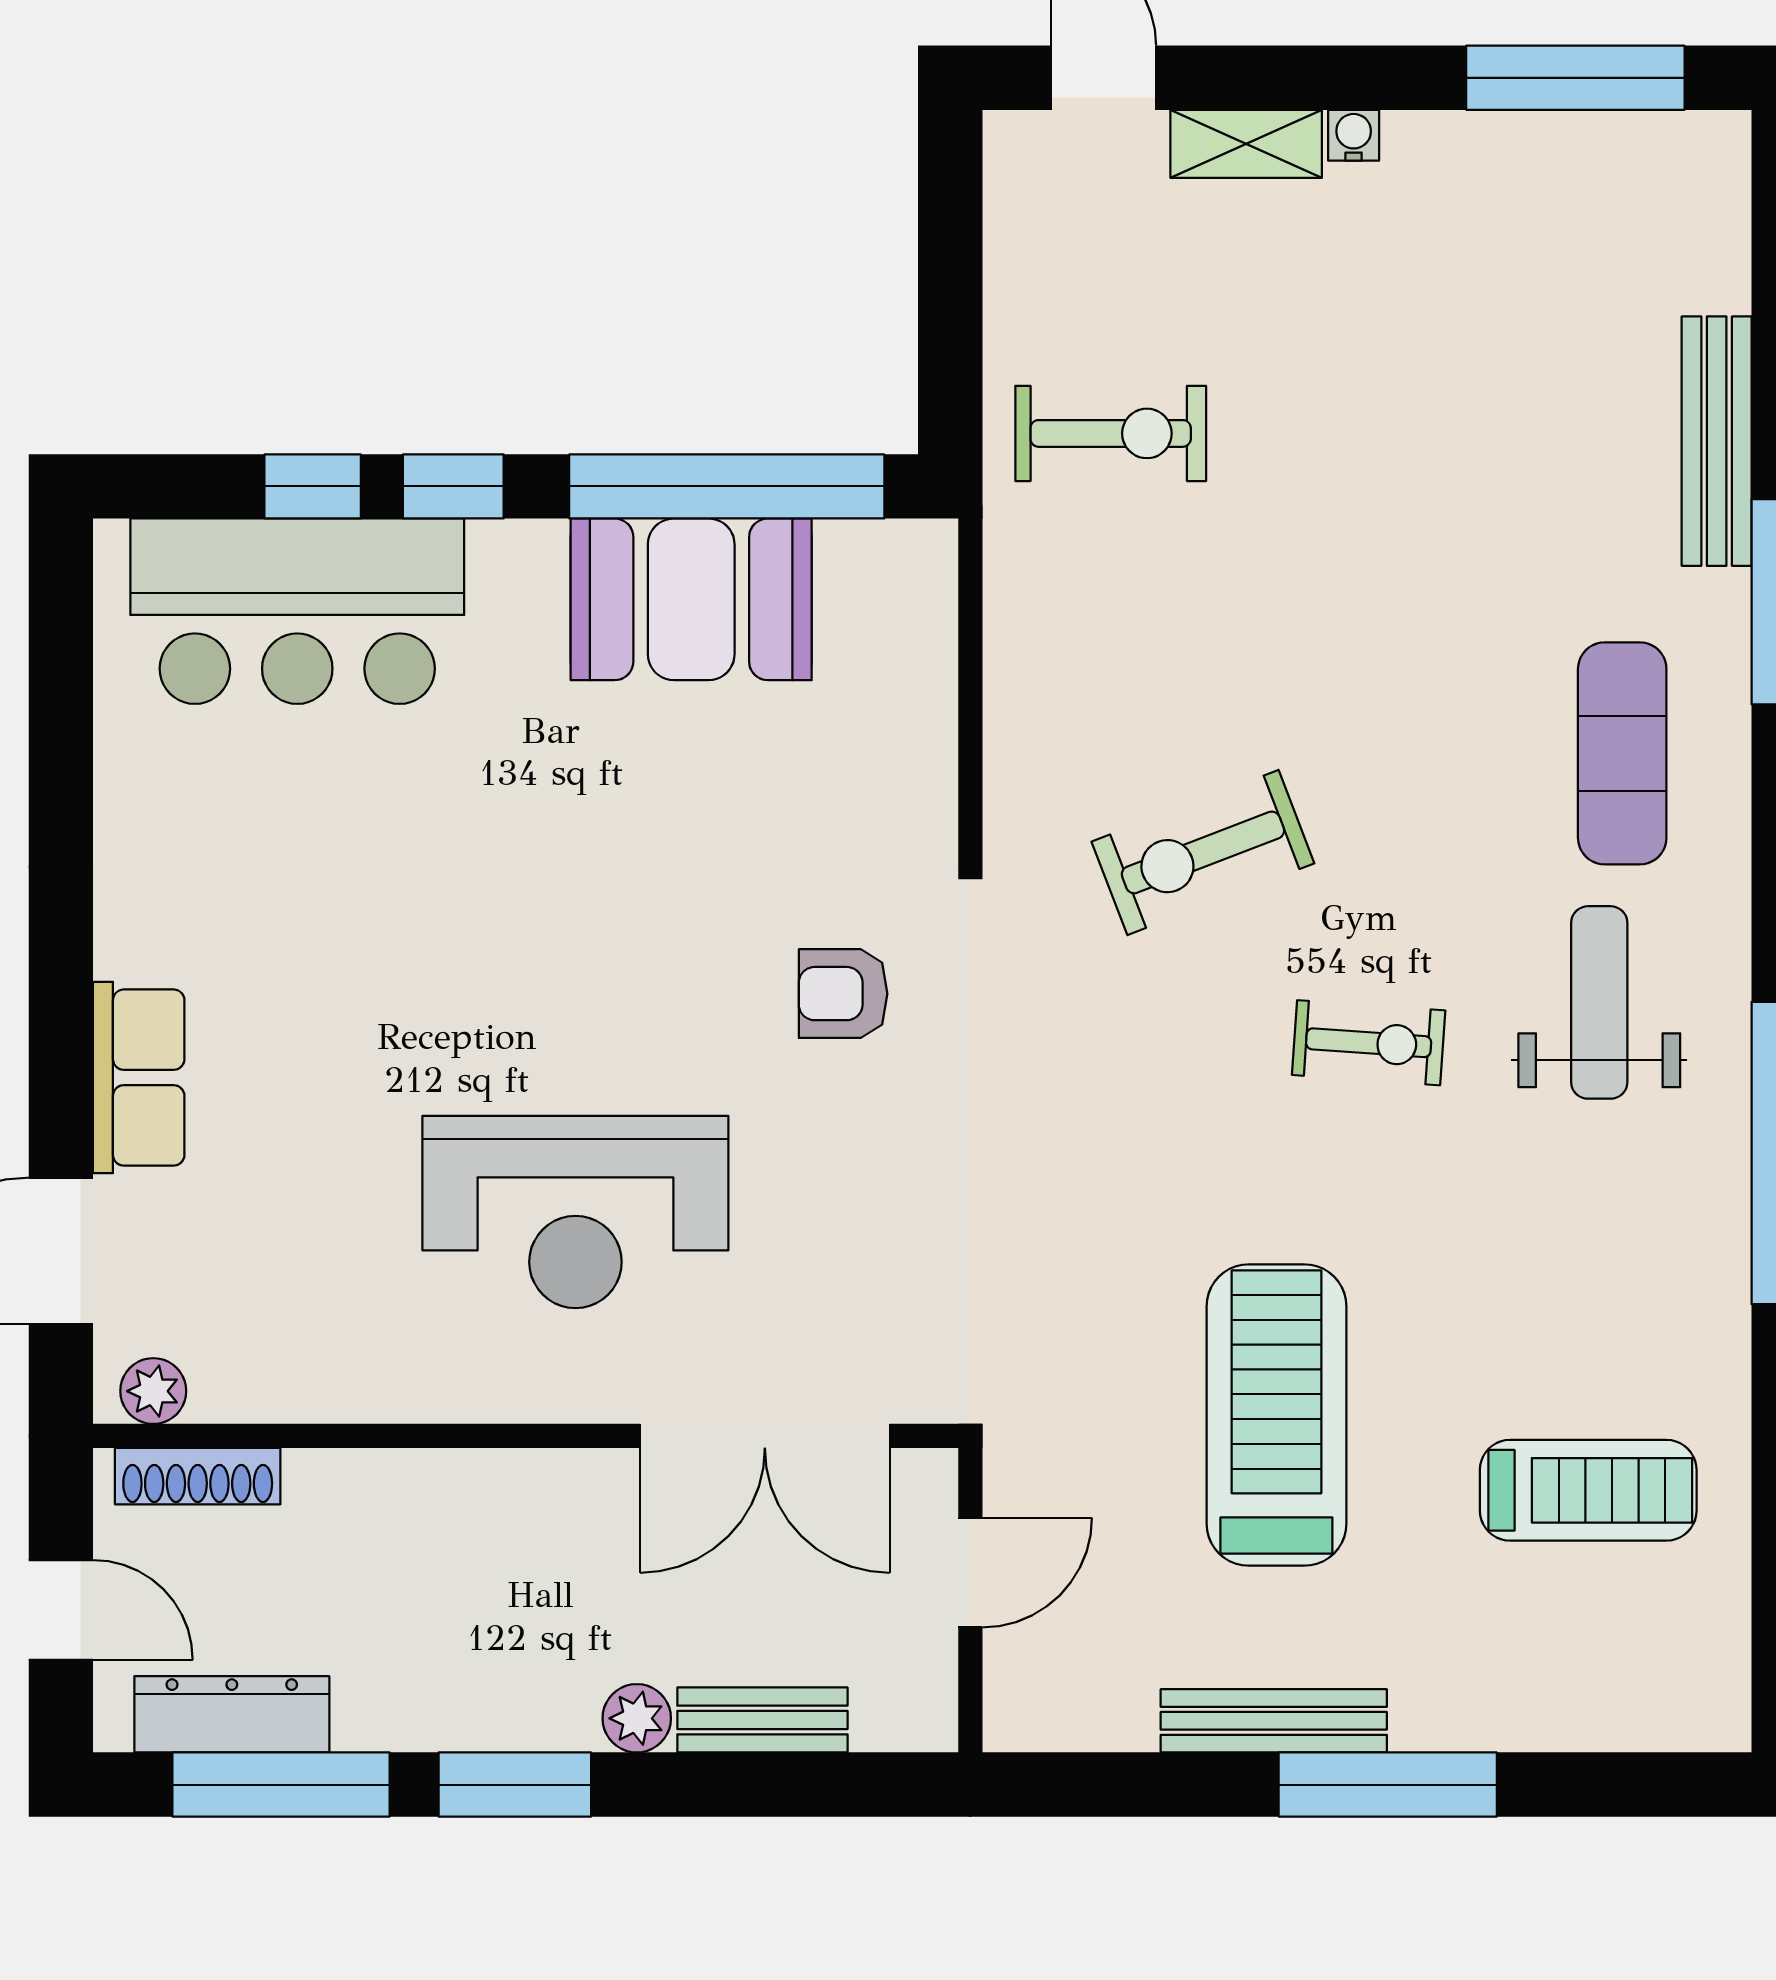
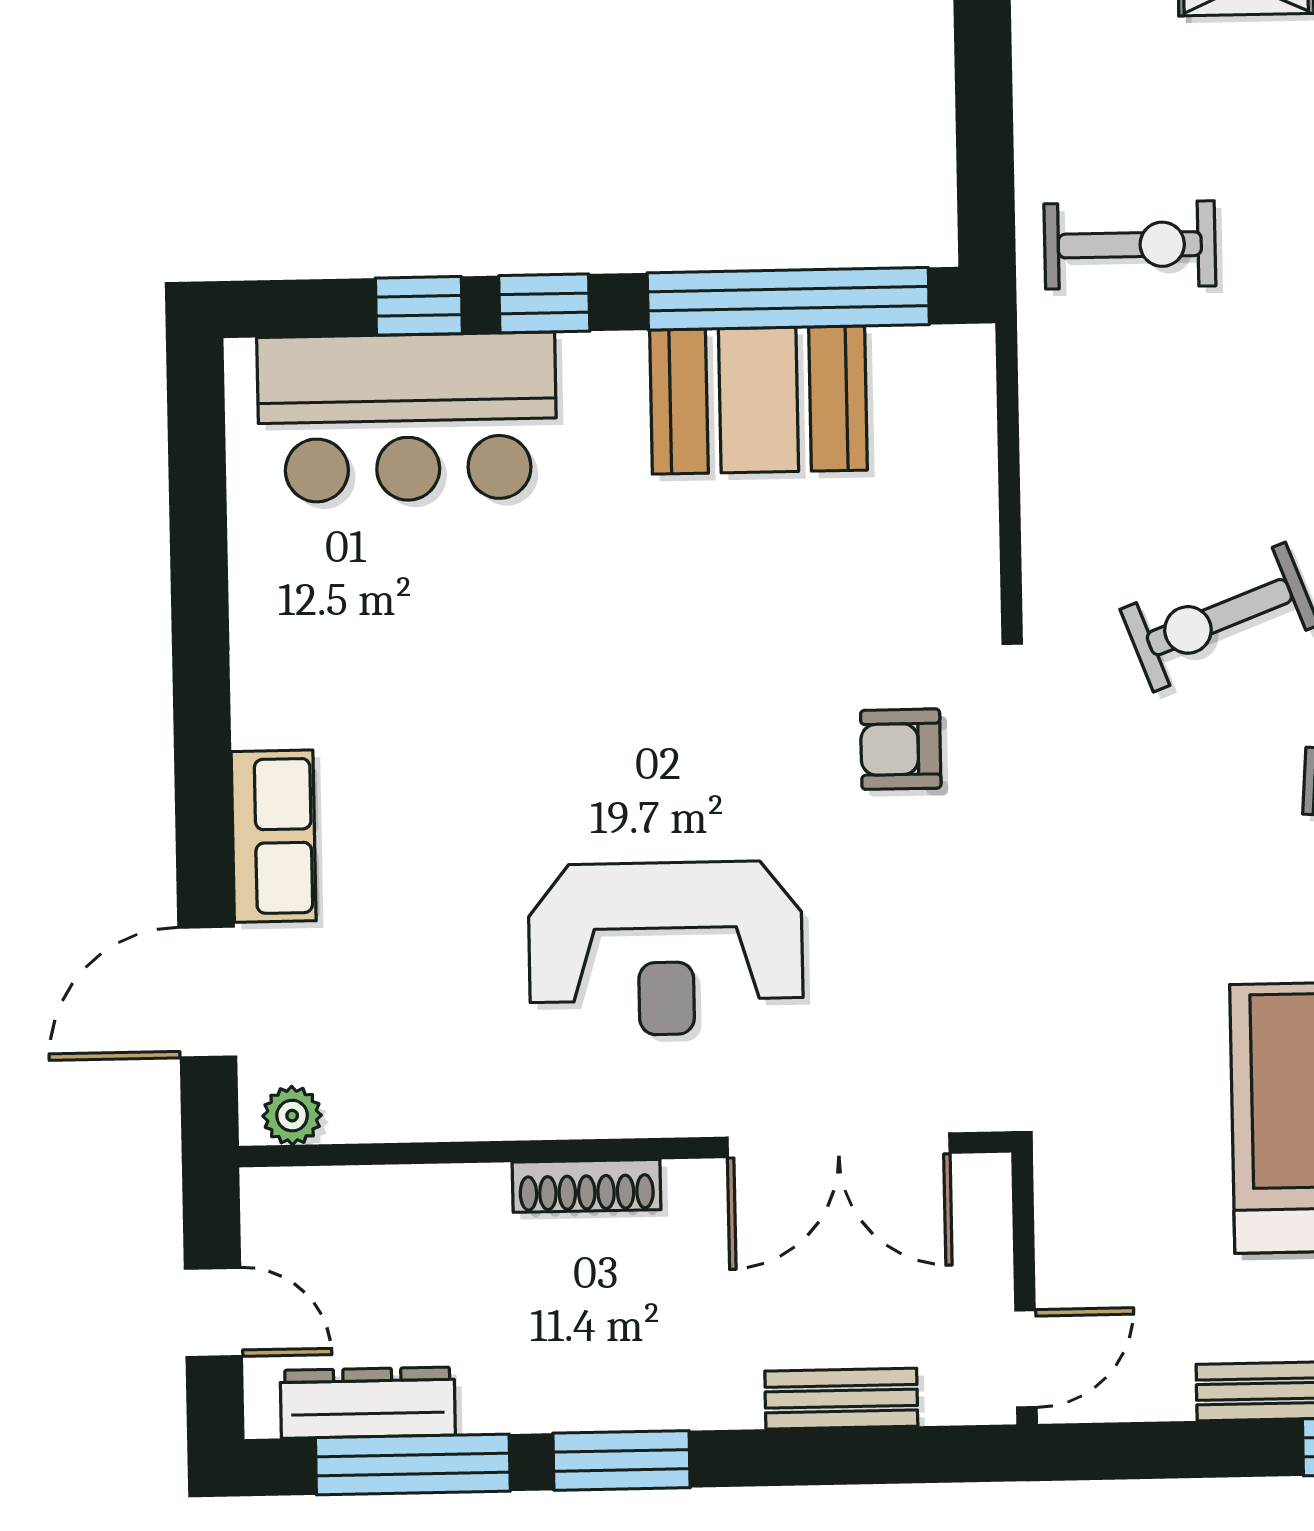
shoe rack: (198, 1476) -> (587, 1186), moved
door: (970, 1573) -> (1026, 1359), moved
plant: (637, 1718) -> (729, 1399), removed

